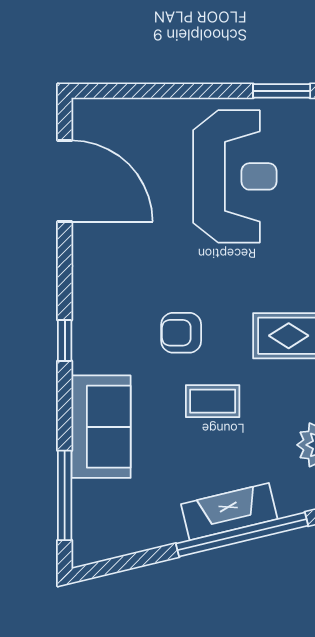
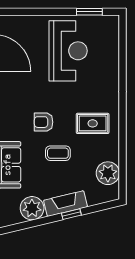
plant: (156, 522) -> (32, 208), added
window: (242, 535) -> (71, 214), width x0.32

